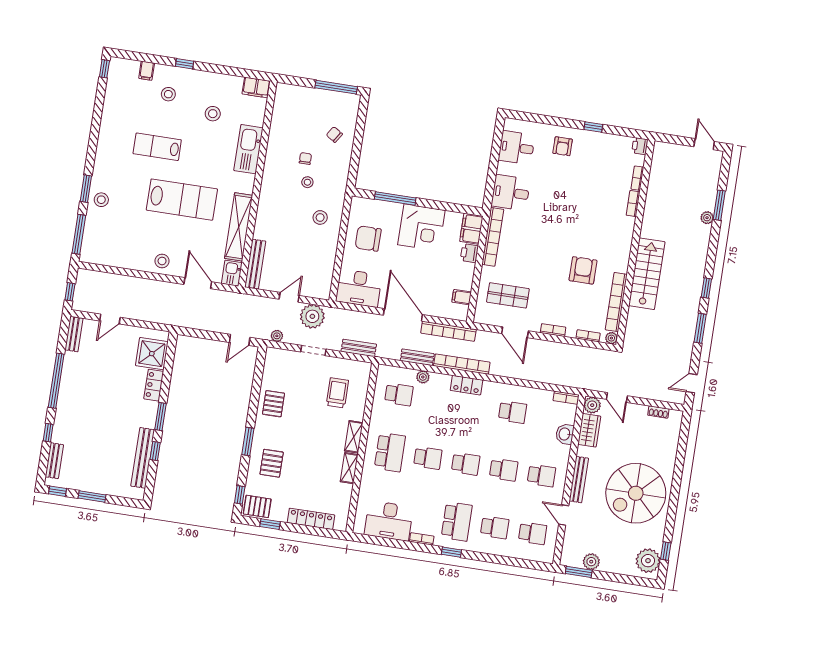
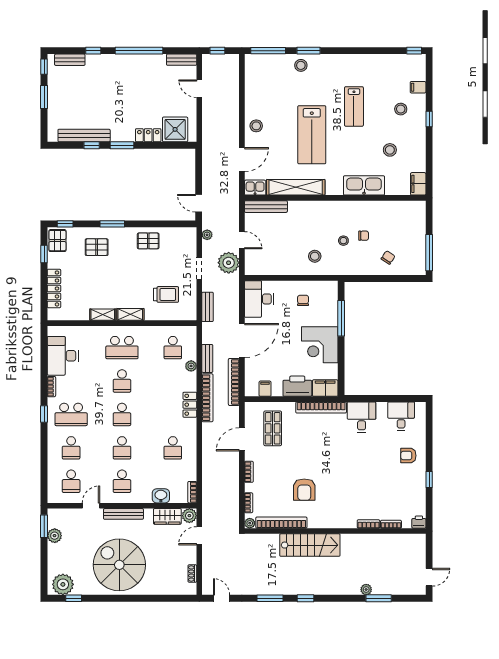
lab bench: (157, 147) -> (354, 106), turned 180
chair: (368, 238) -> (303, 300), width x0.54, depth x0.54
printer: (469, 253) -> (297, 386), width x1.87, depth x1.48
armchair: (583, 270) -> (304, 490), turned 90

